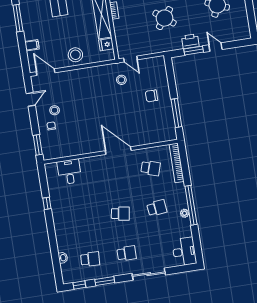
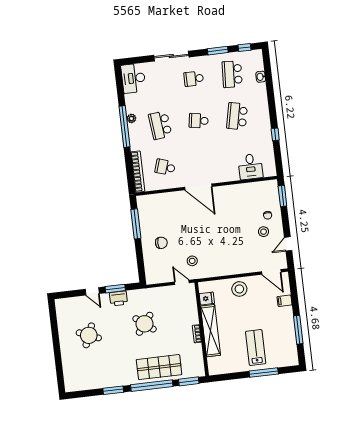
school desk: (157, 208) -> (160, 125), width x1.85
school desk: (84, 219) -> (237, 116), added
school desk: (90, 259) -> (232, 74), width x1.85

